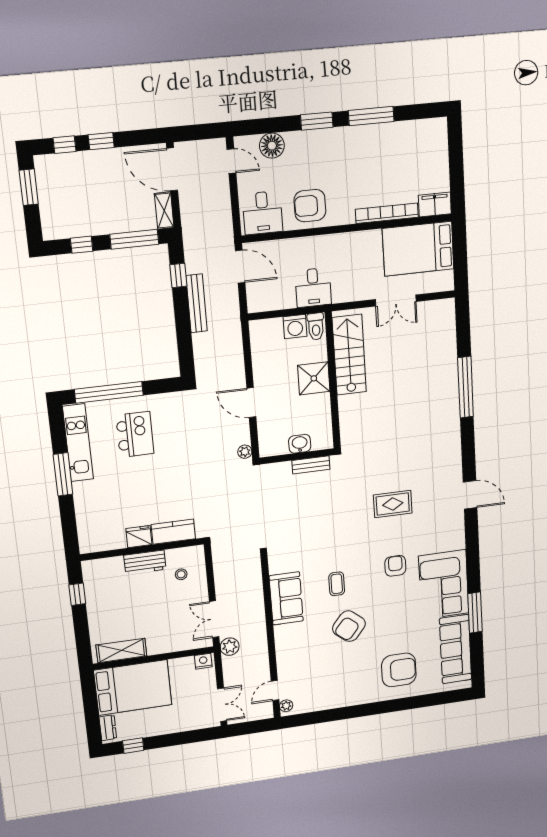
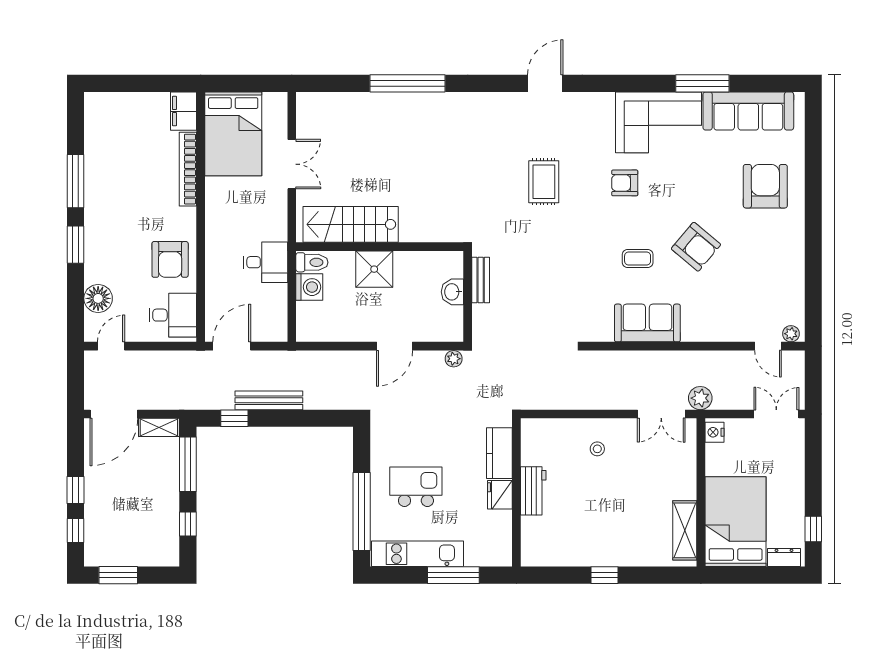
kitchen counter: (173, 532) -> (499, 453), moved
fridge: (139, 537) -> (500, 495), moved
wall: (142, 549) -> (516, 492), moved
workbench: (145, 562) -> (533, 491), moved

